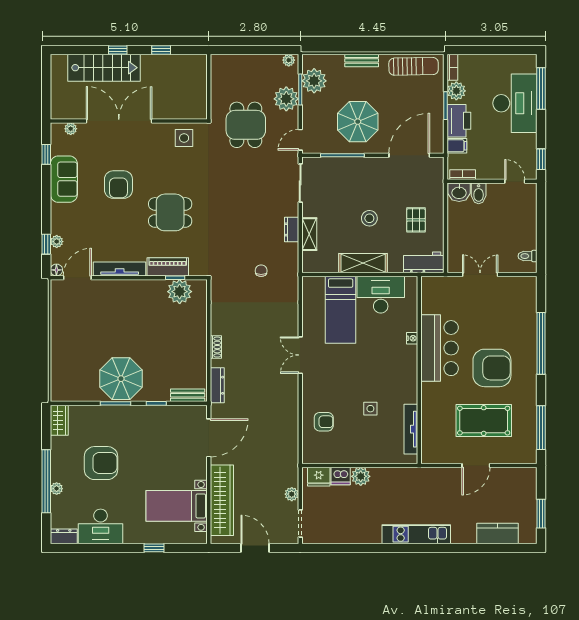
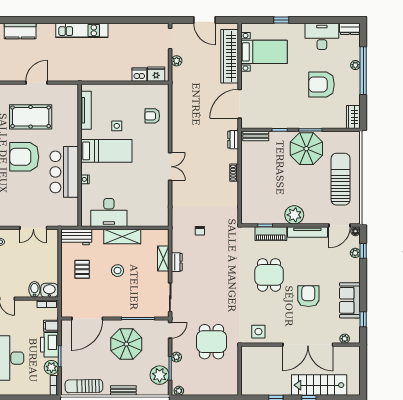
plant: (286, 99) -> (176, 357), width x0.53, depth x0.53
dining table: (170, 212) -> (269, 275), turned 90
plant: (180, 292) -> (294, 215), moved
bed: (341, 310) -> (106, 151), moved, turned 90
sun lounger: (76, 339) -> (341, 179), added
dresser: (217, 385) -> (233, 140), width x0.70
plant: (361, 476) -> (124, 74), removed

